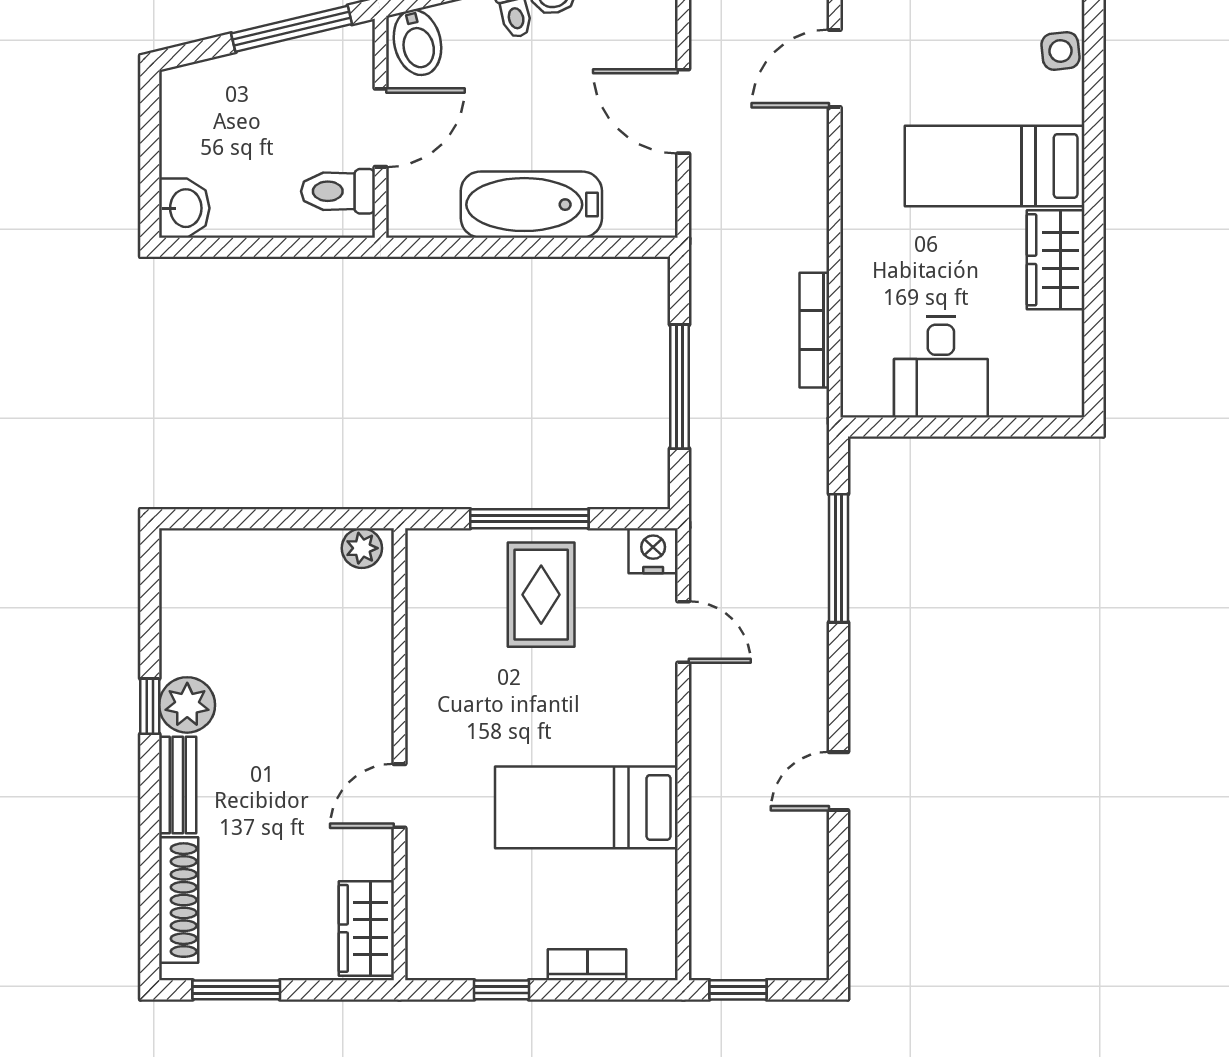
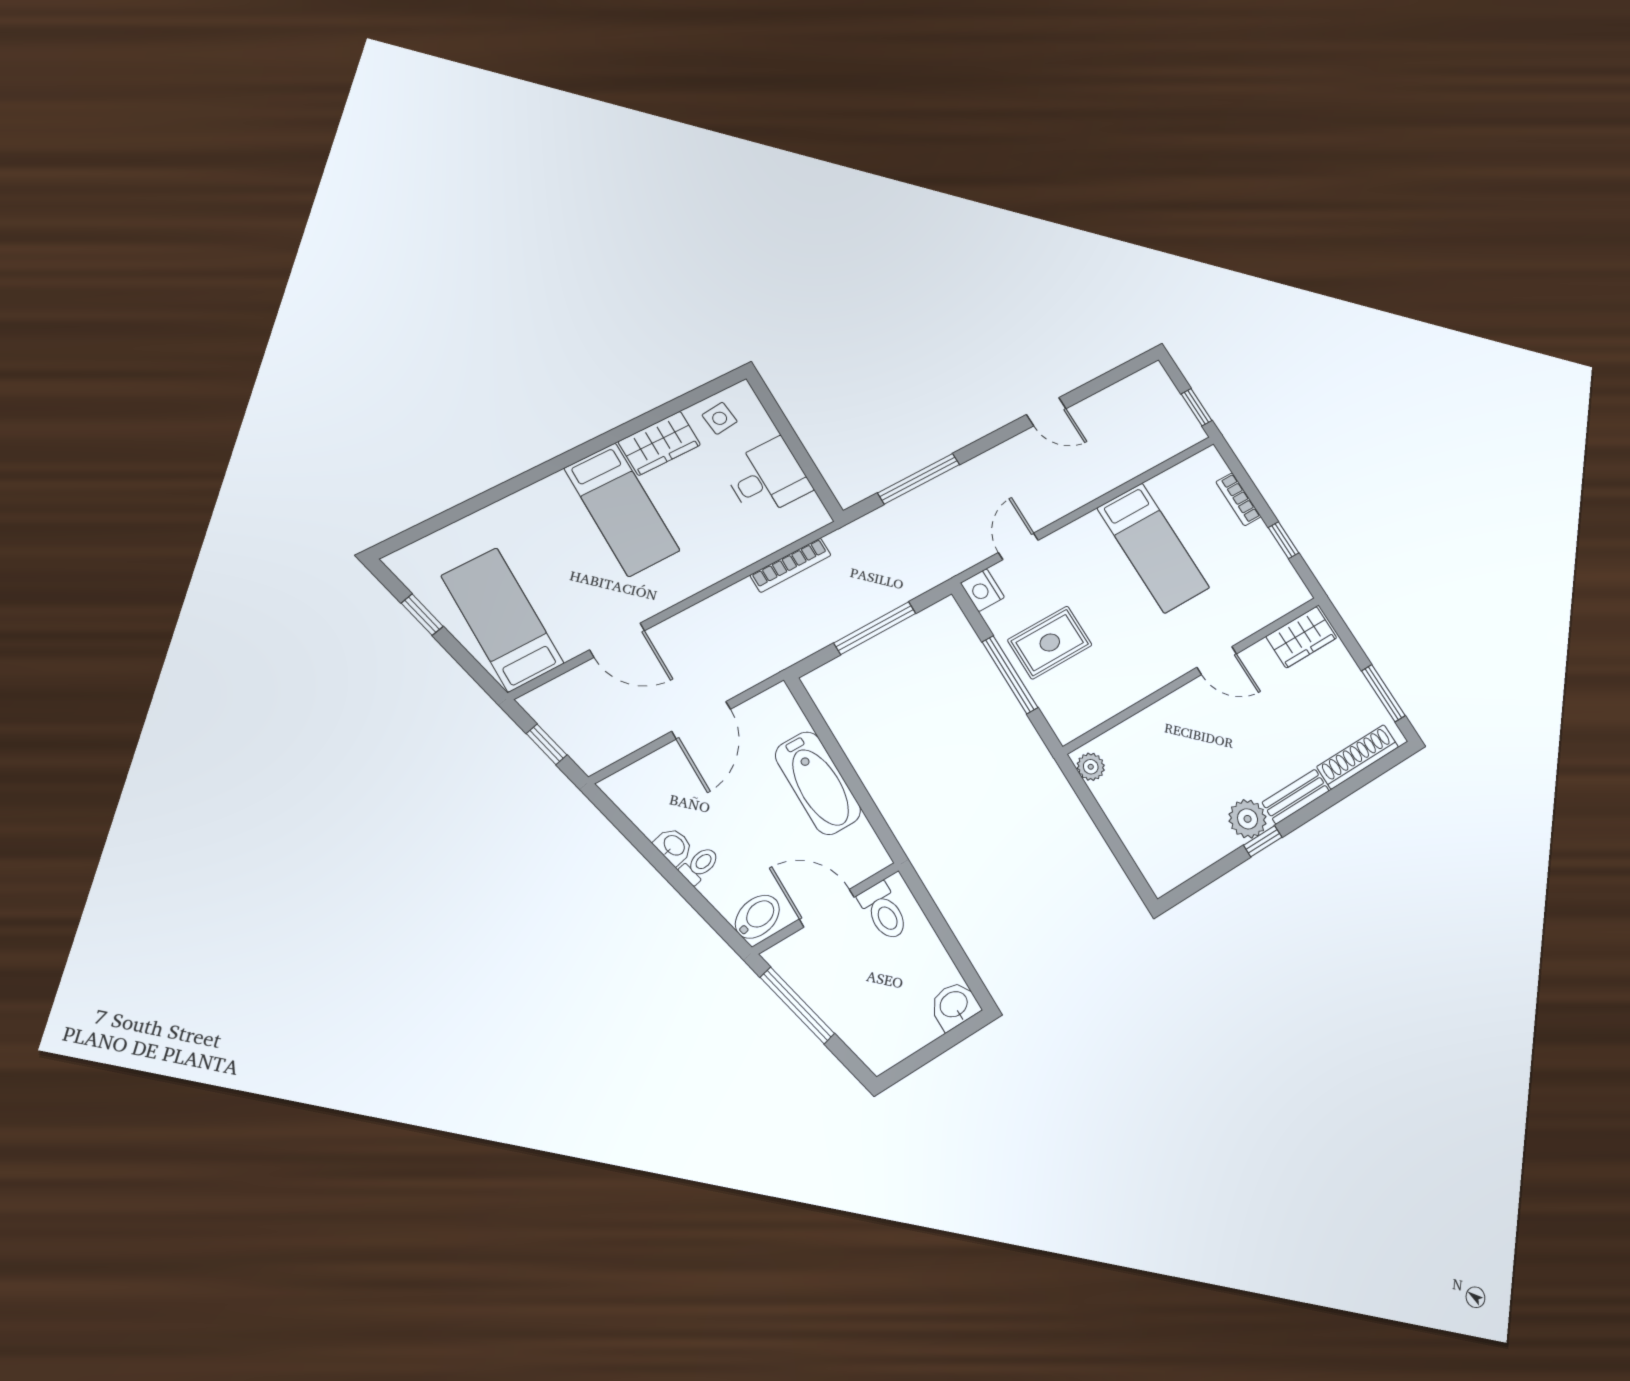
side table: (1060, 51) -> (720, 418), moved

